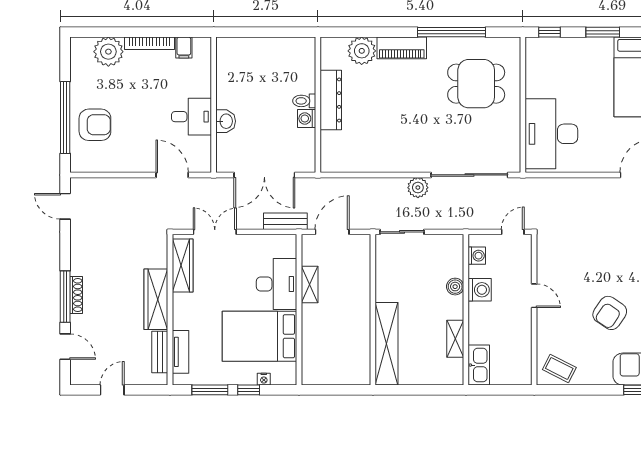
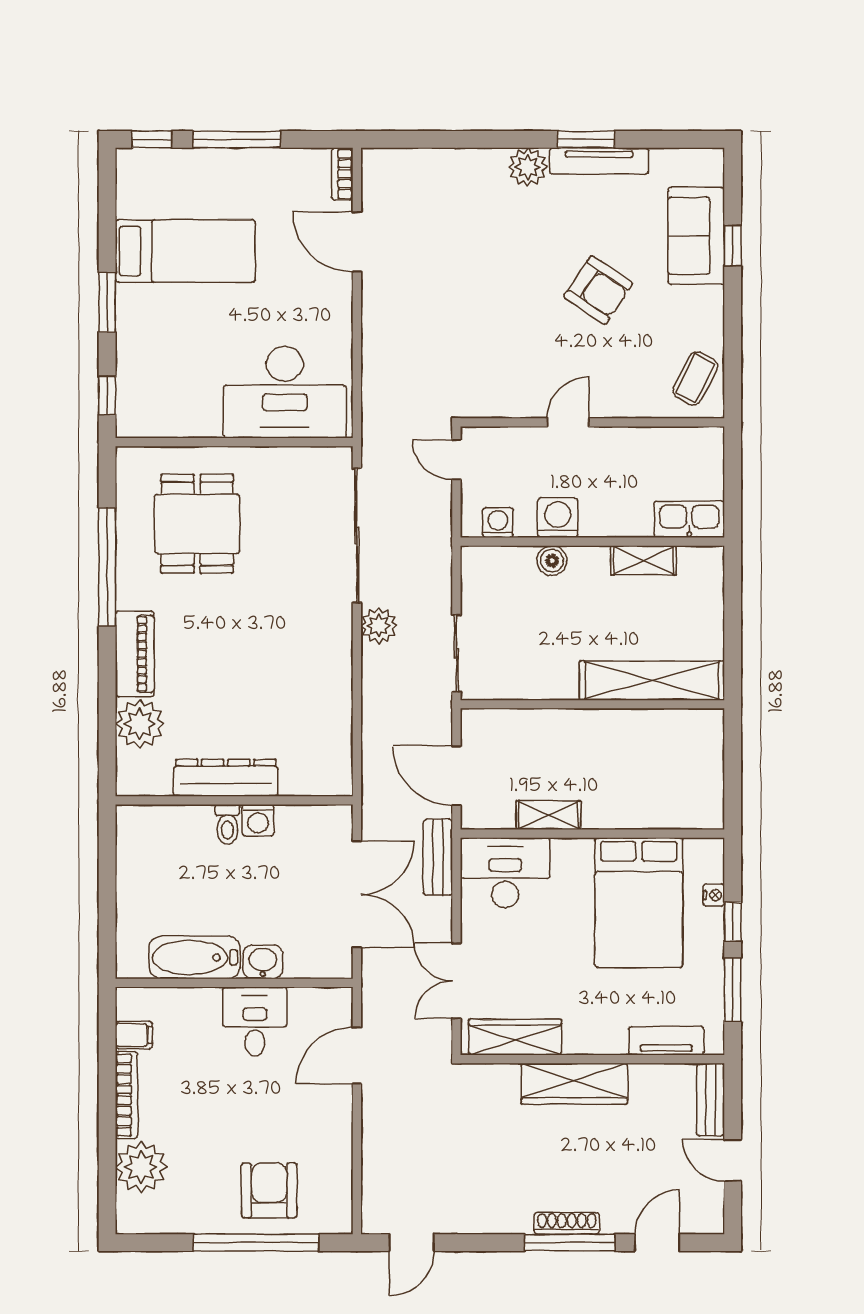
bathtub: (228, 82) -> (195, 957), added
desk: (277, 284) -> (505, 873), moved
bench: (160, 352) -> (711, 1100), moved, turned 90

